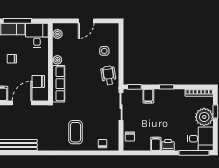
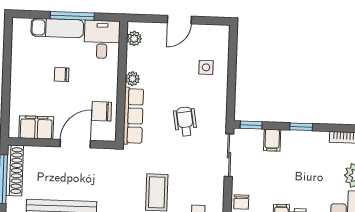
wheelchair: (109, 75) -> (185, 122), moved

